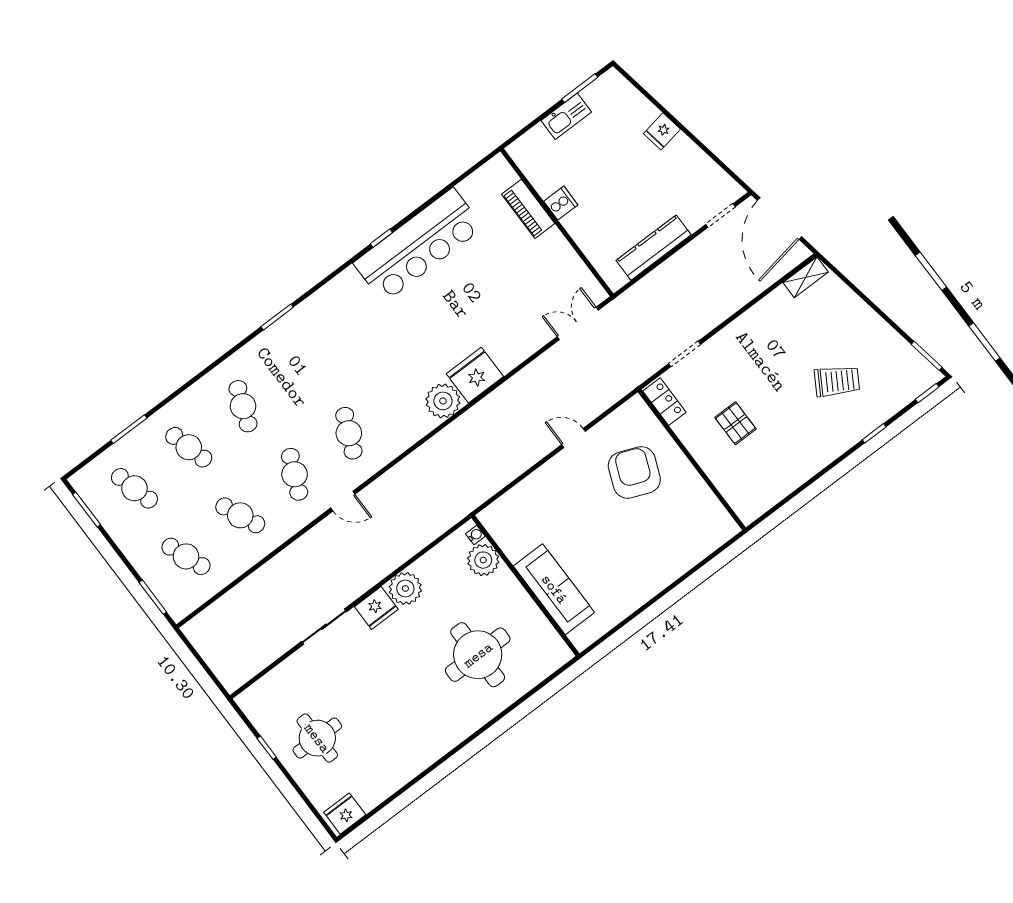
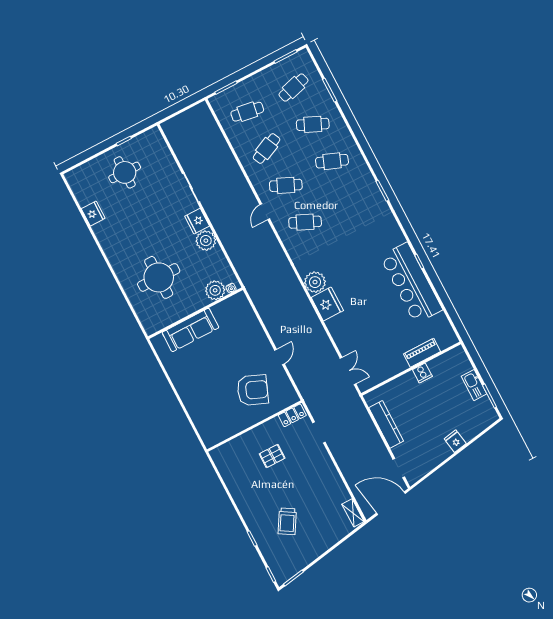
cafe table: (189, 447) -> (313, 124), turned 39
cafe table: (186, 556) -> (247, 112), turned 30
fridge: (345, 814) -> (93, 213), moved

